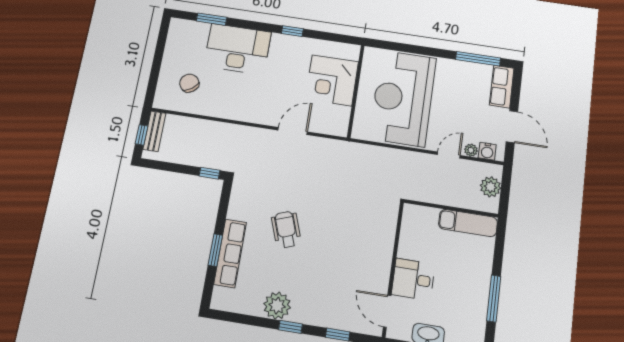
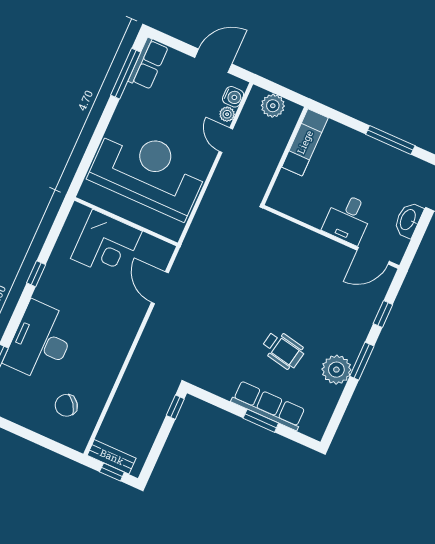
row of seats: (502, 87) -> (148, 64), moved, turned -90
reception desk: (403, 98) -> (148, 172), turned 180
door: (293, 131) -> (160, 288), moved
wheelchair: (286, 229) -> (283, 350), moved, turned -149
window: (290, 327) -> (362, 361), width x1.50

